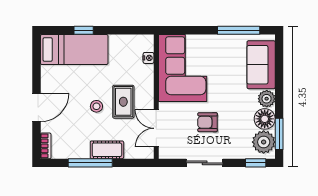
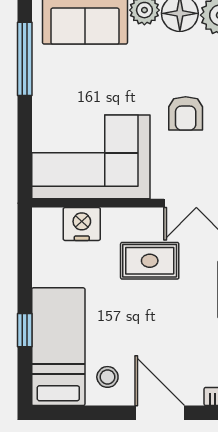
nightstand: (149, 58) -> (82, 224), width x1.89, depth x1.79
stool: (96, 106) -> (107, 377), moved

